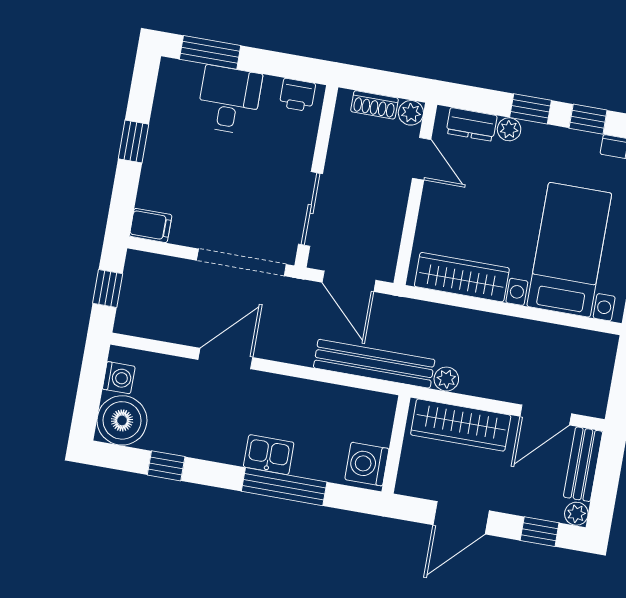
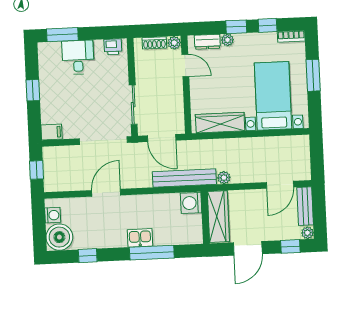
wardrobe: (461, 425) -> (218, 217), moved, turned -90
washing machine: (367, 464) -> (191, 203), moved

